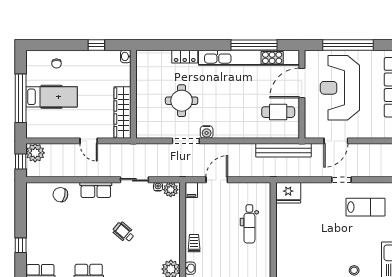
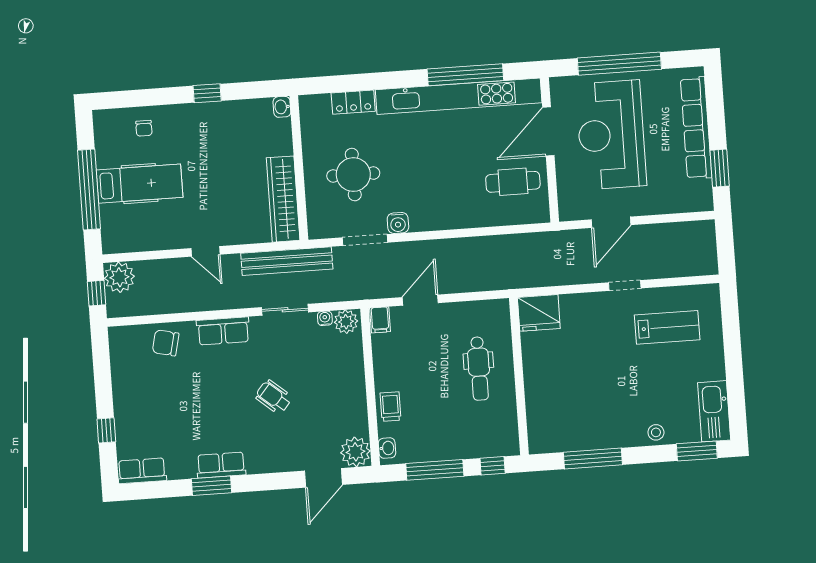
washbasin: (126, 56) -> (282, 107), moved
wall: (133, 94) -> (299, 168), moved
wardrobe: (122, 112) -> (283, 199), moved
bench: (284, 150) -> (287, 261), moved

